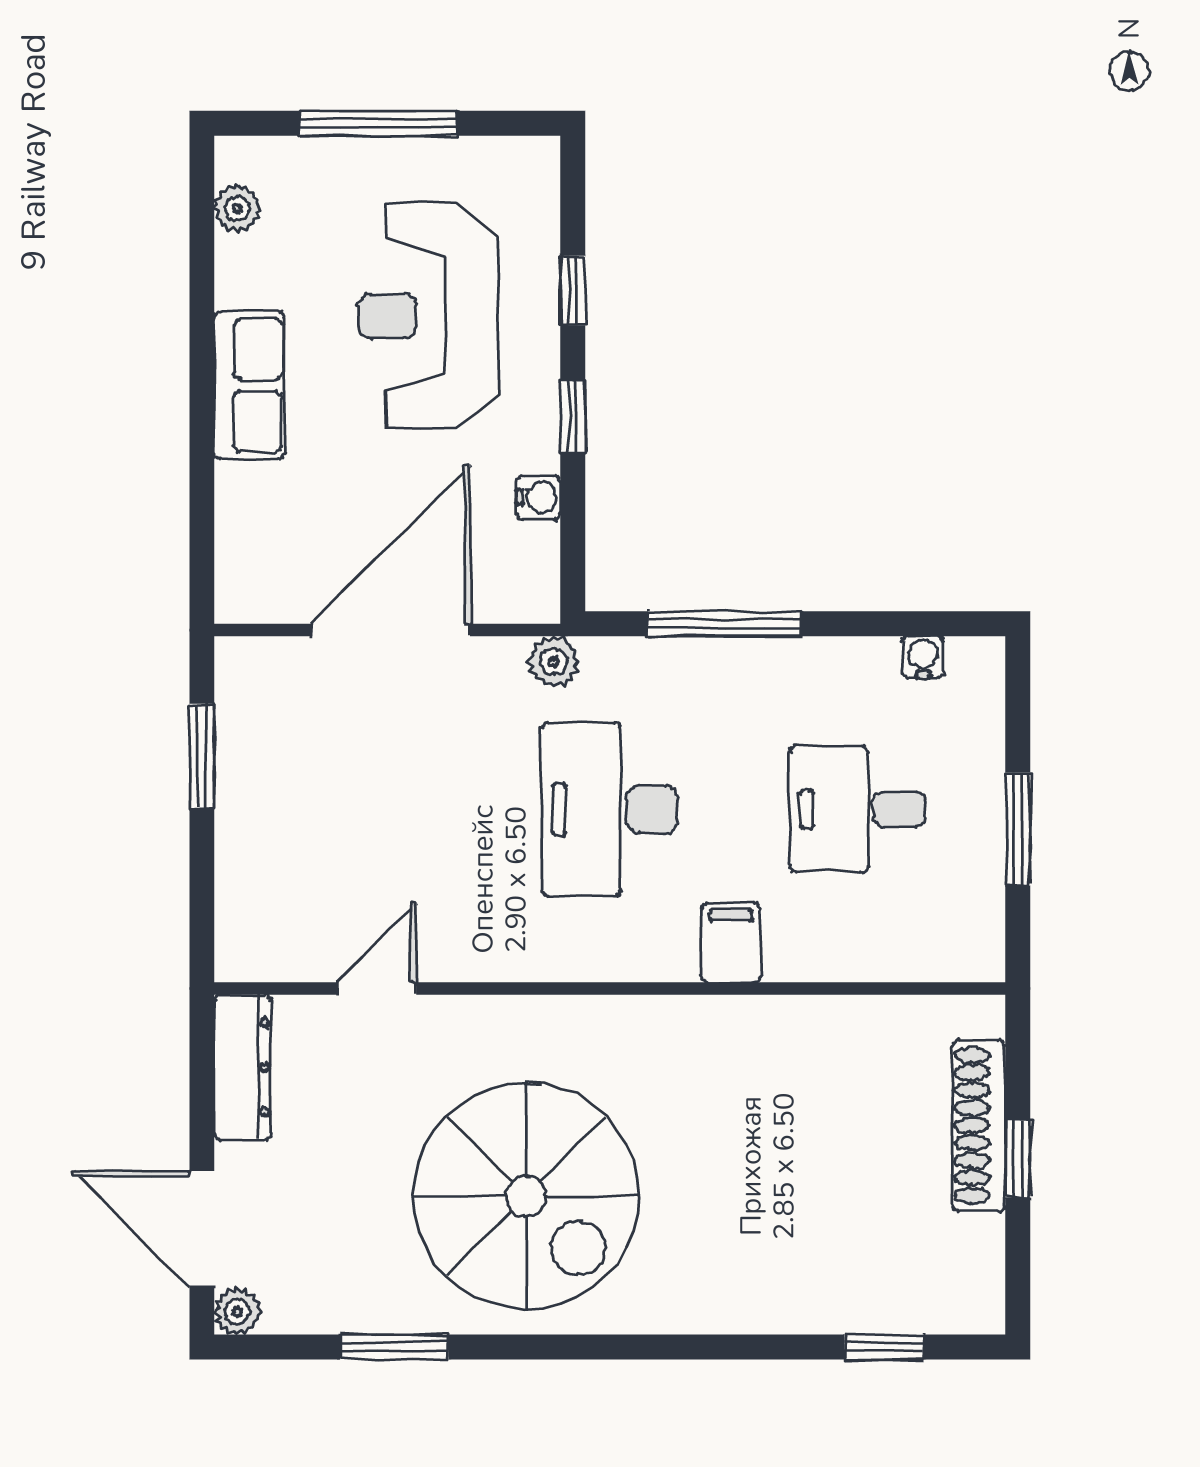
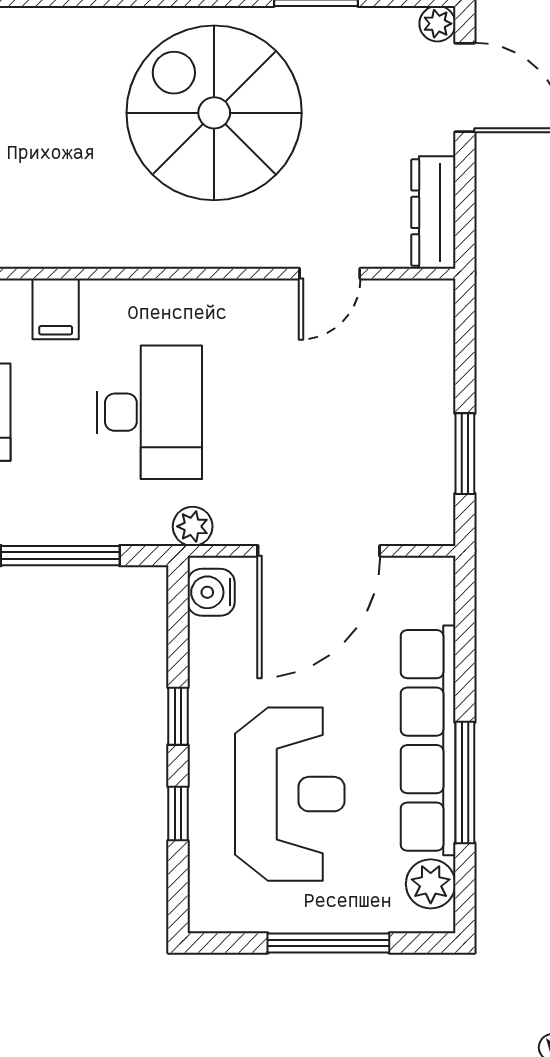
plant: (237, 208) -> (431, 884), width x1.38, depth x1.38
window: (202, 331) -> (465, 783), added
row of seats: (249, 385) -> (428, 740), width x2.02
water cooler: (538, 497) -> (211, 592), moved, width x1.38, depth x1.38

